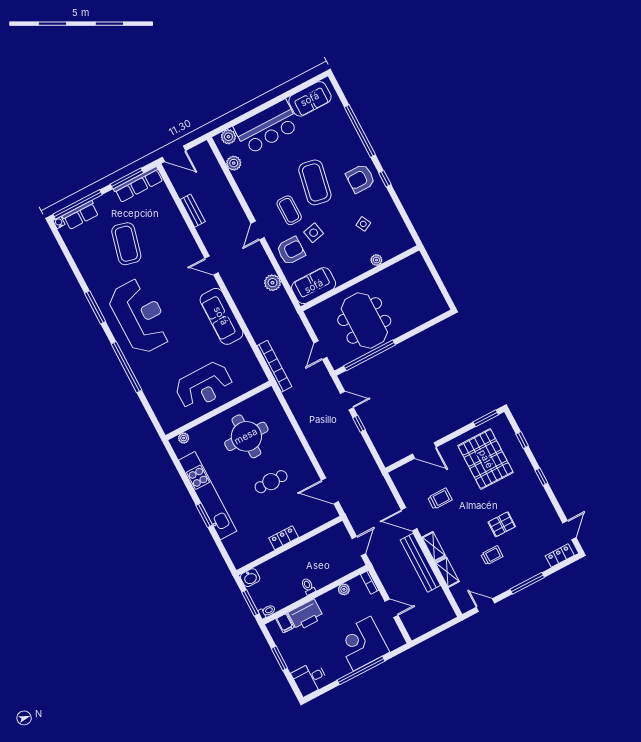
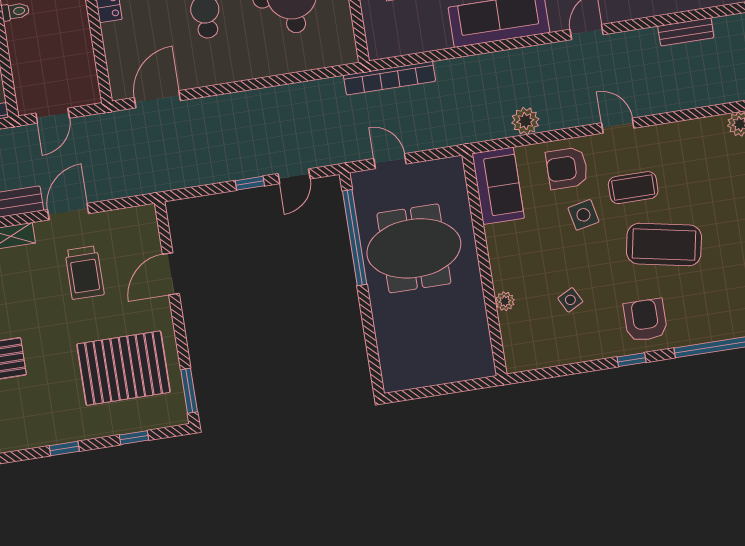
armchair: (291, 251) -> (567, 168), turned 90
trolley: (440, 499) -> (85, 273), width x1.36, depth x1.39
door: (359, 546) -> (53, 116), hinge flipped

